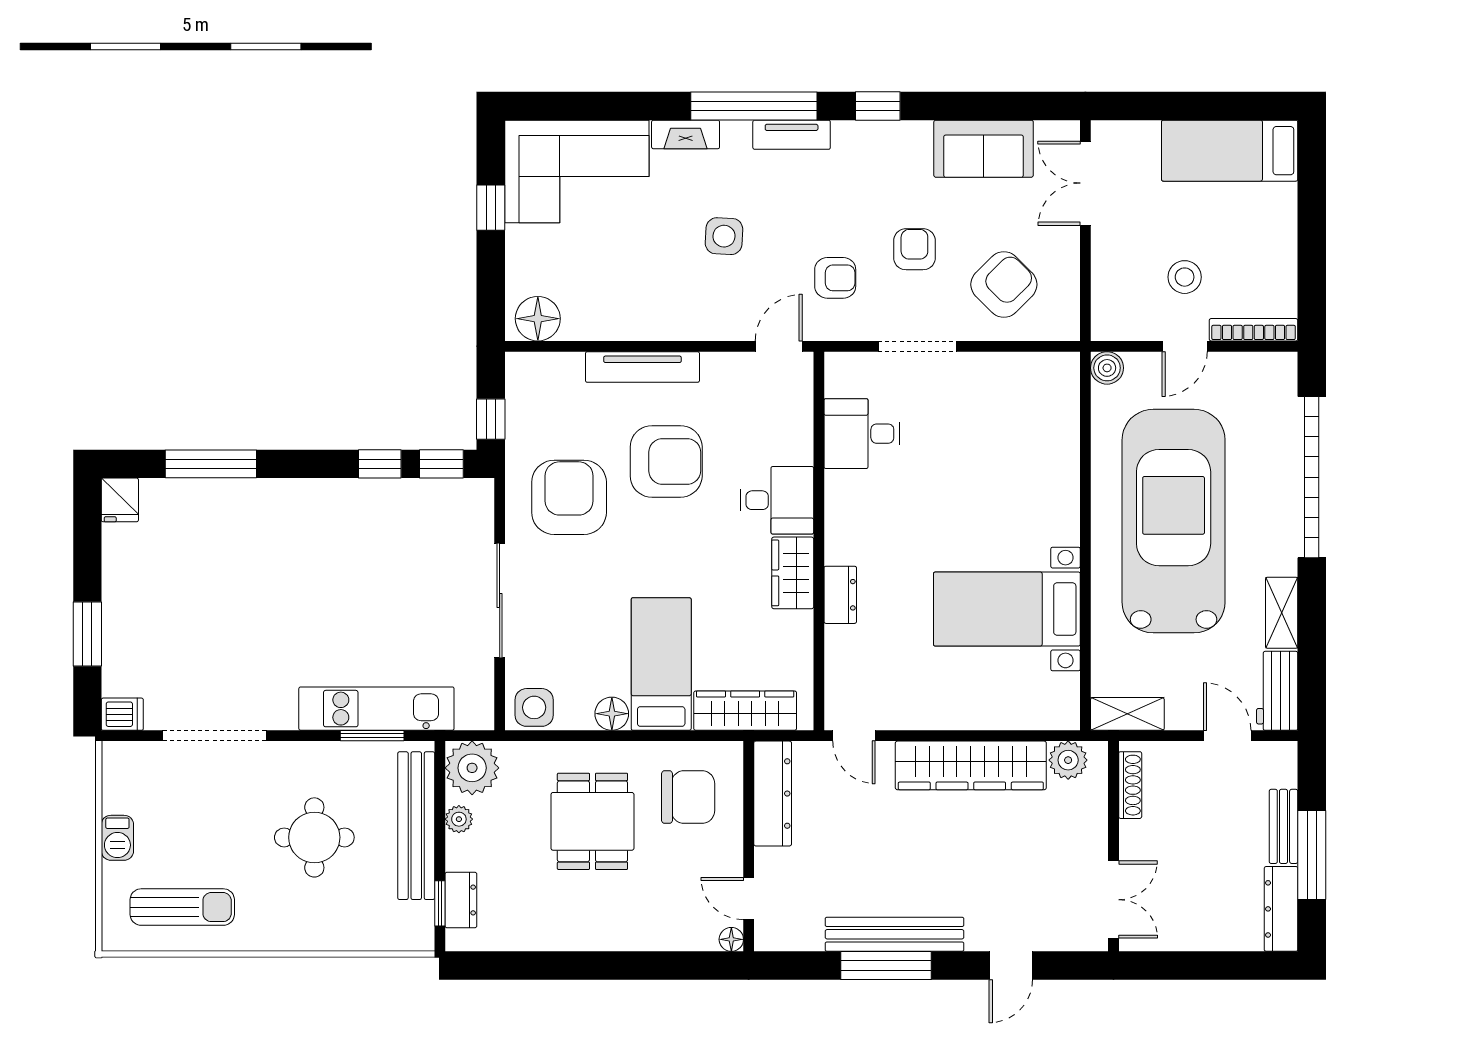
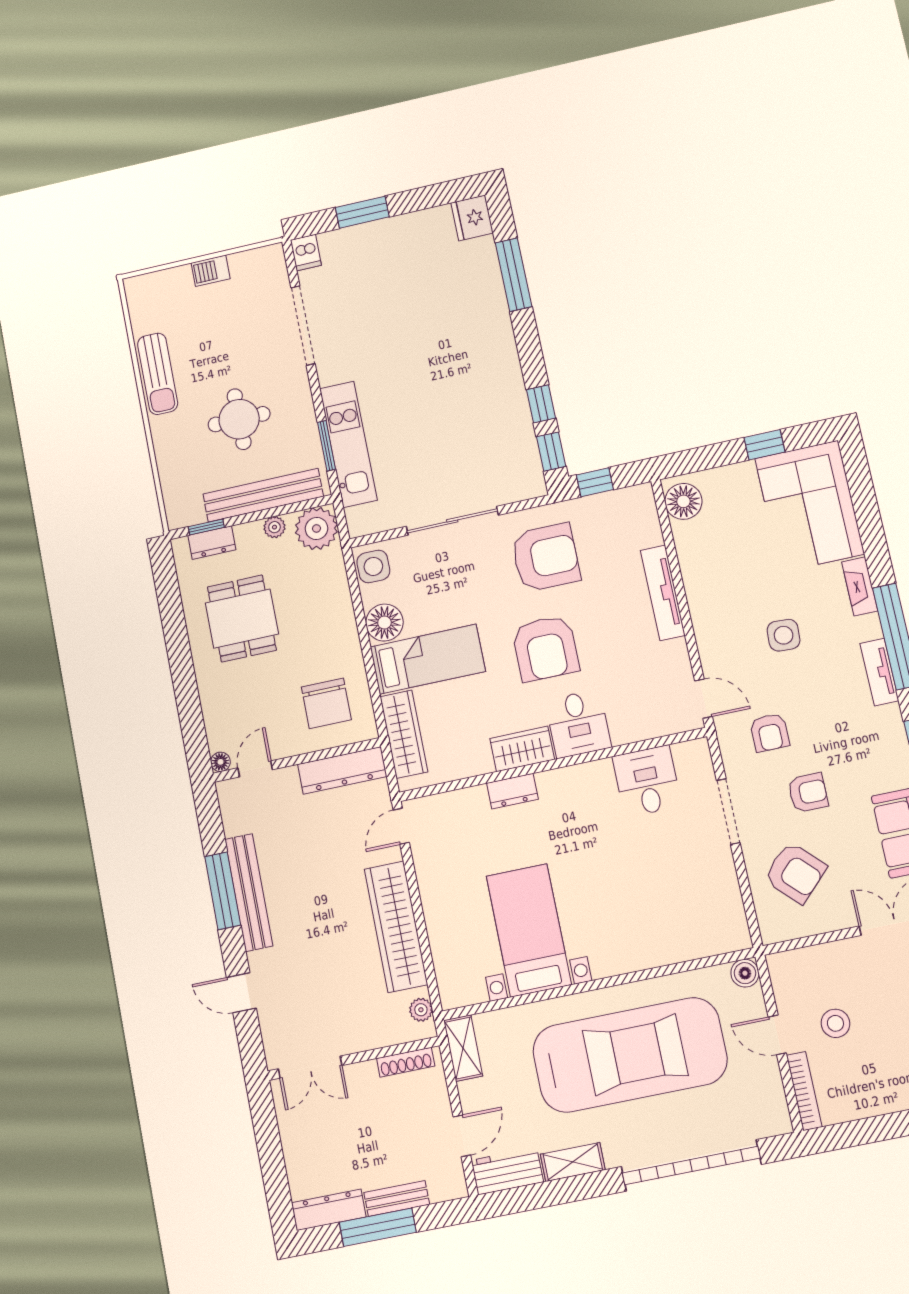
armchair: (666, 461) -> (546, 648), moved
fridge: (120, 500) -> (472, 218), width x1.38
floor lamp: (612, 714) -> (384, 623), width x1.38, depth x1.38
plant: (1068, 760) -> (421, 1010), width x0.73, depth x0.73
dining table: (592, 821) -> (242, 619), moved, turned 90
sun lounger: (182, 907) -> (158, 374), moved

